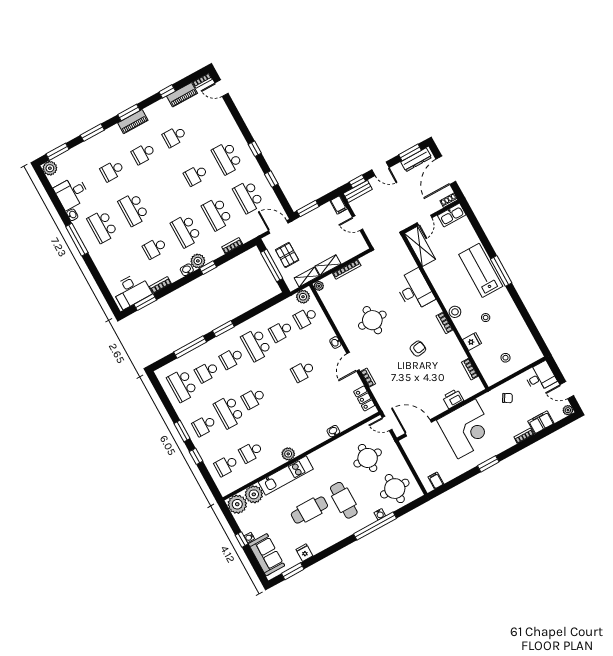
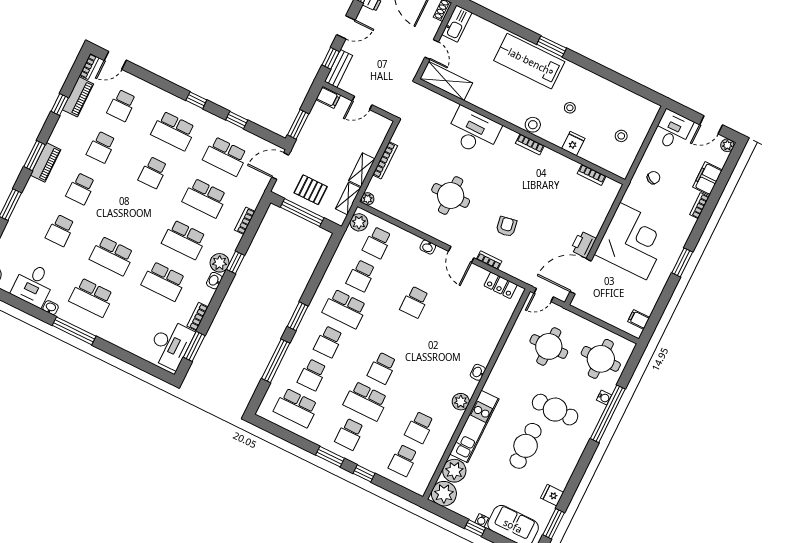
school desk: (206, 119) -> (122, 105), added
school desk: (155, 248) -> (164, 281), width x1.85
window: (501, 271) -> (552, 46), width x0.69
armchair: (418, 349) -> (506, 227), moved
printer: (453, 399) -> (583, 244), moved
washbasin: (333, 431) -> (478, 372), moved

